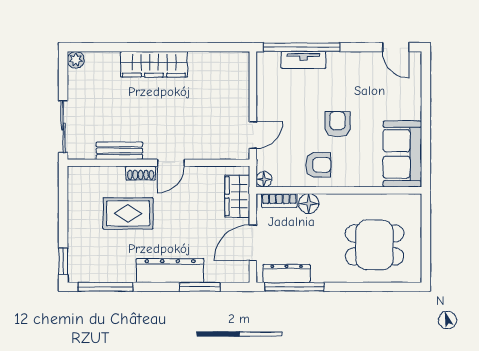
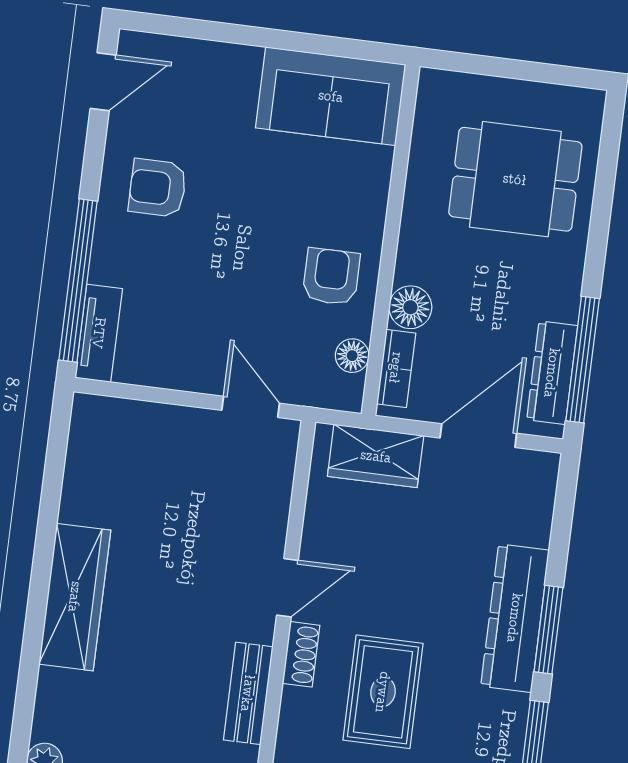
tv unit: (303, 60) -> (99, 333), moved
armchair: (337, 124) -> (158, 188), moved
door: (171, 163) -> (287, 588), hinge flipped
floor lamp: (264, 179) -> (352, 356), moved
door: (253, 243) -> (478, 436), swing flipped
dining table: (375, 245) -> (515, 179), turned 90
window: (200, 287) -> (548, 630), moved

